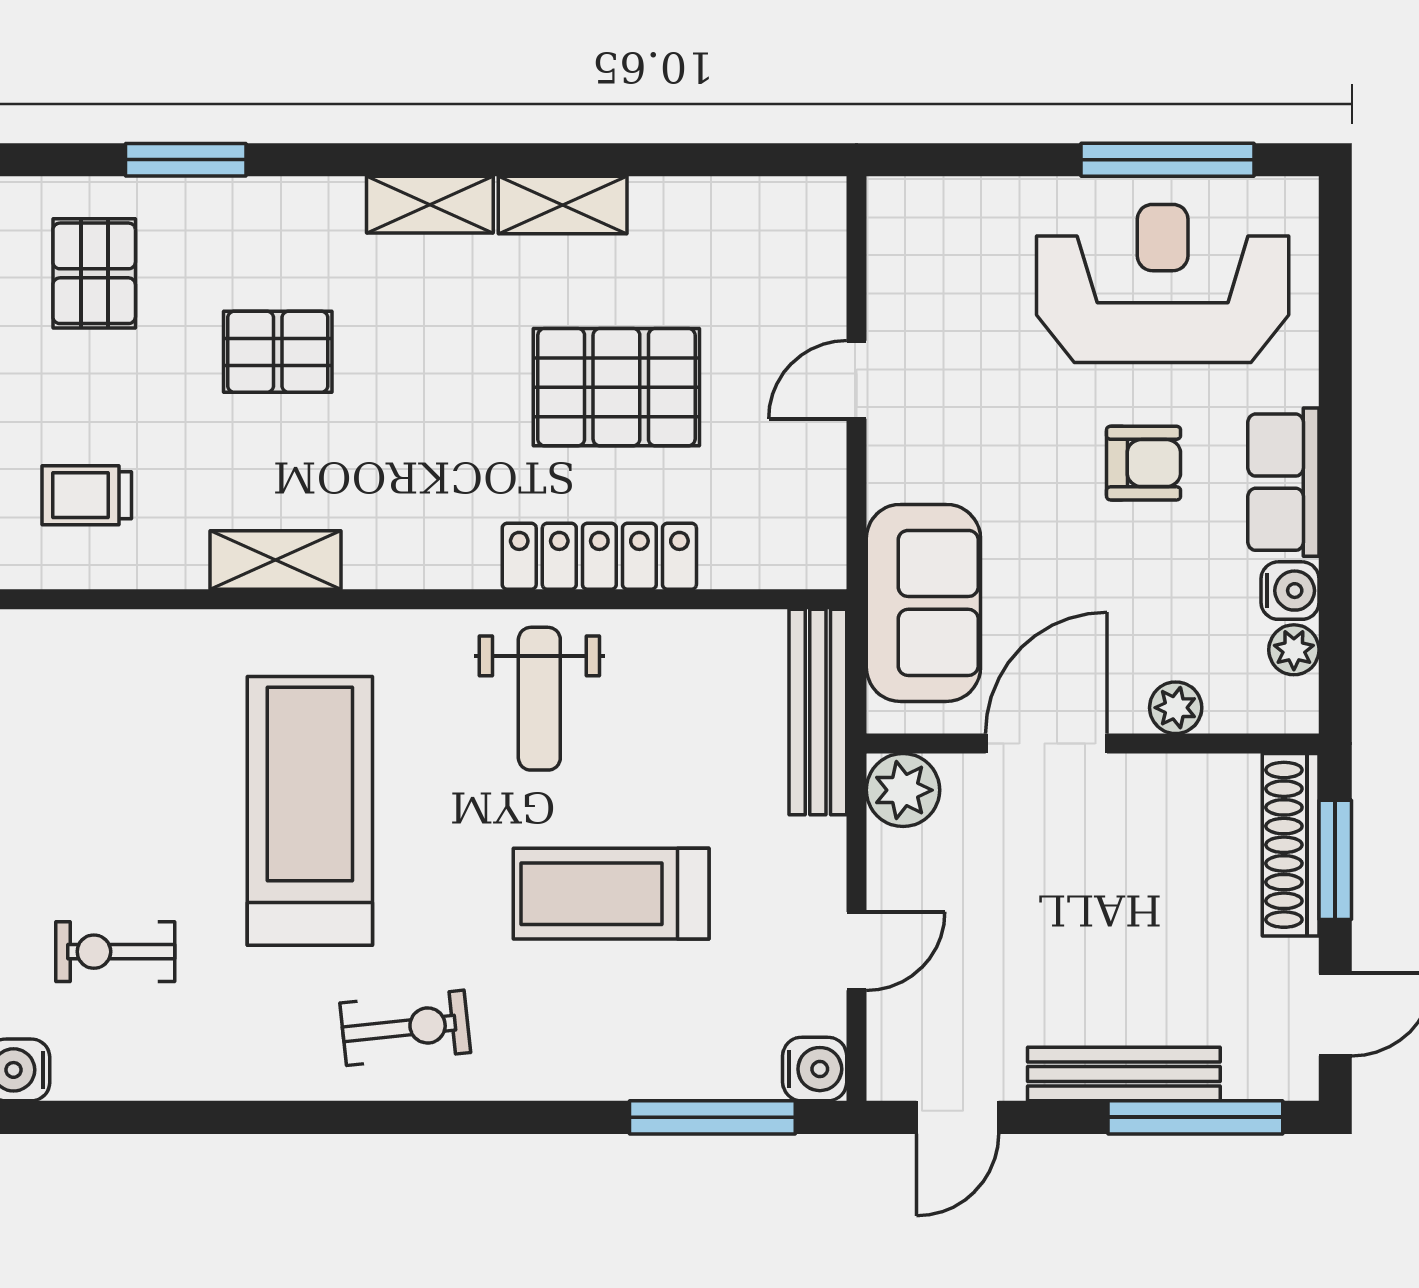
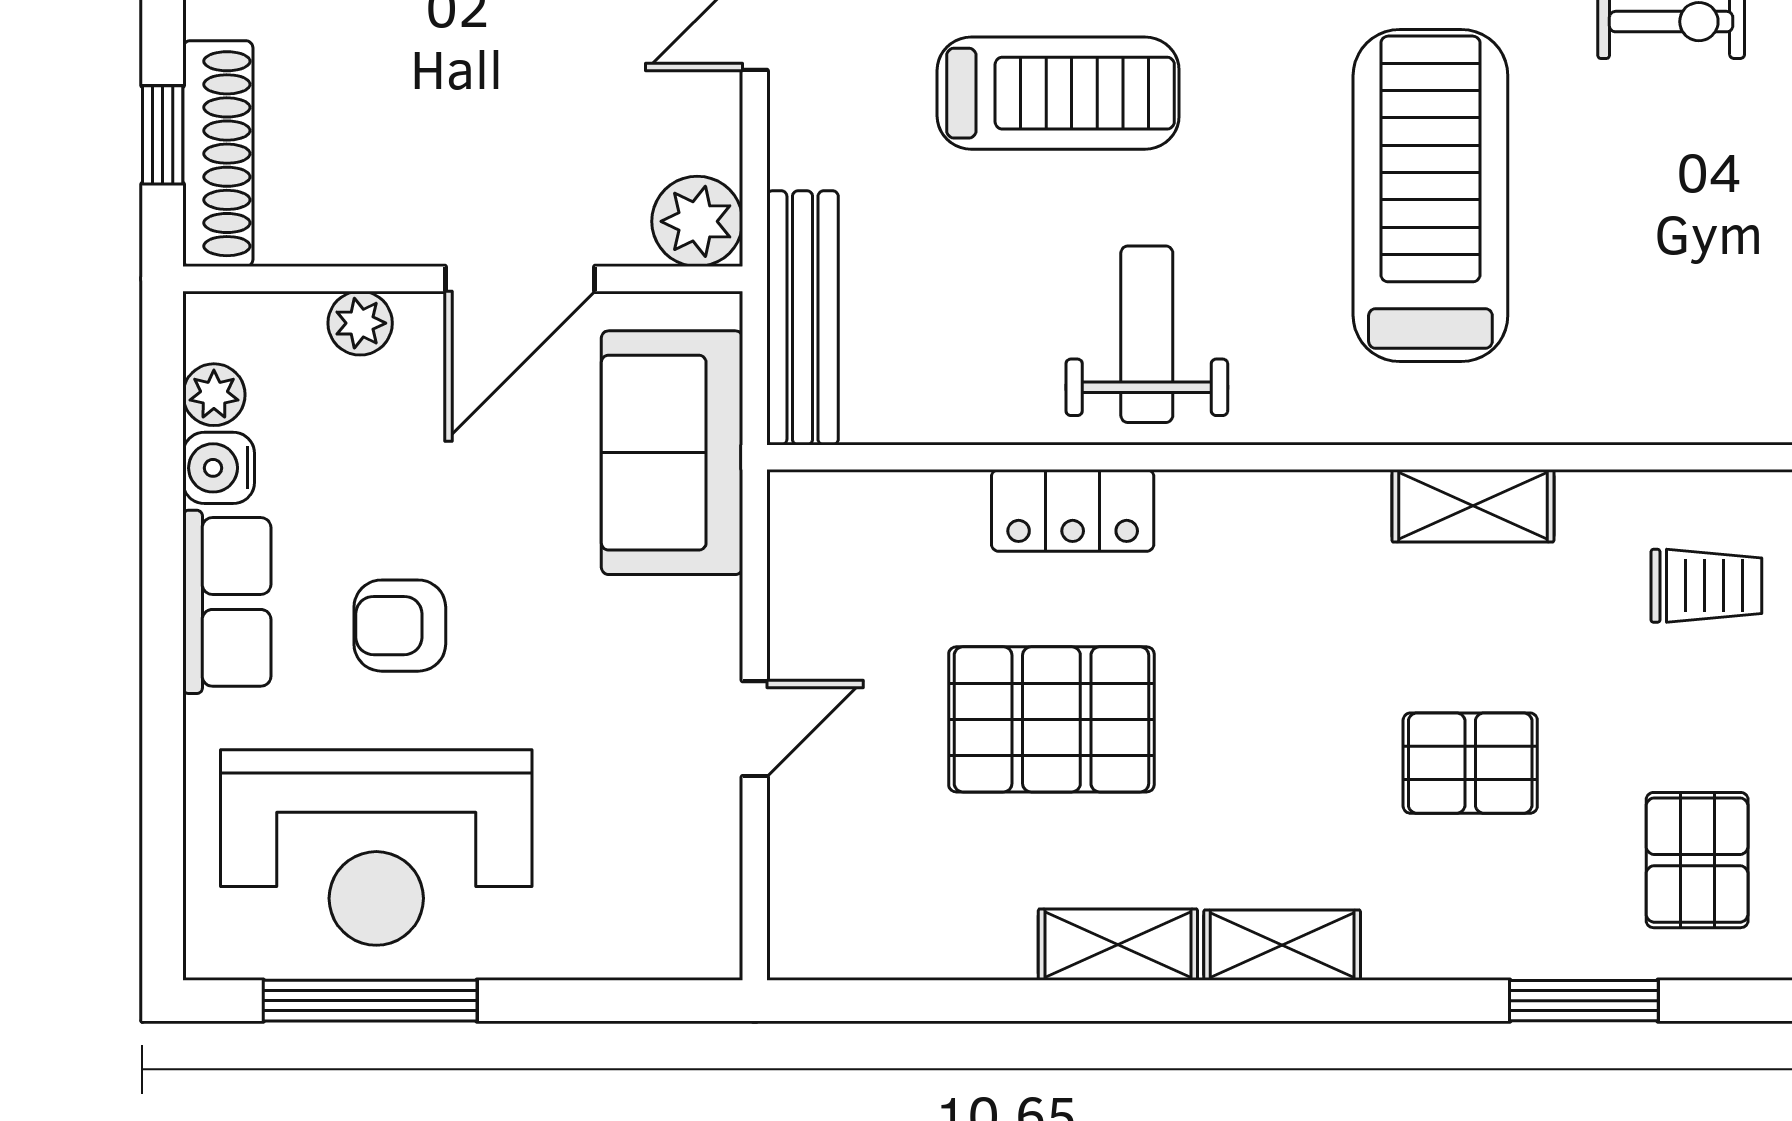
locker: (599, 556) -> (1073, 510), width x0.66
treadmill: (310, 811) -> (1430, 196), turned 180
window: (1335, 860) -> (163, 135), width x0.67

